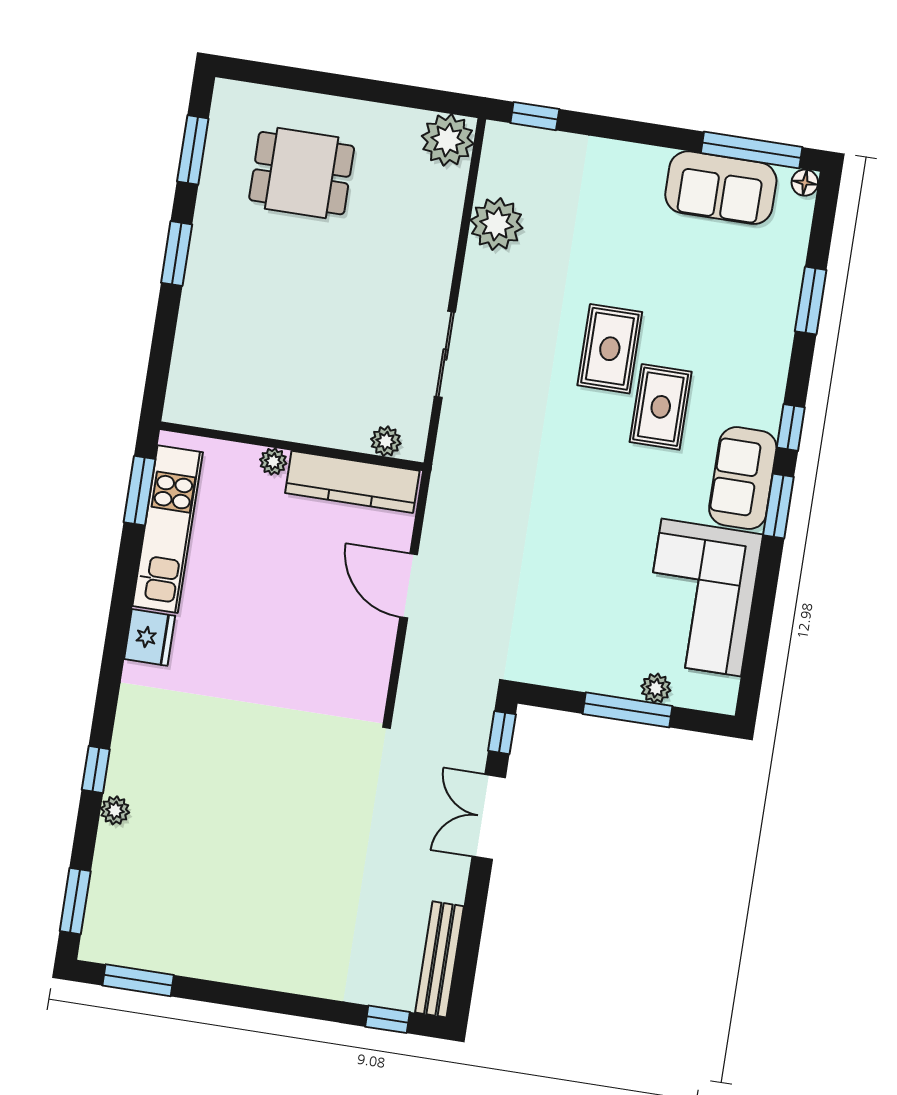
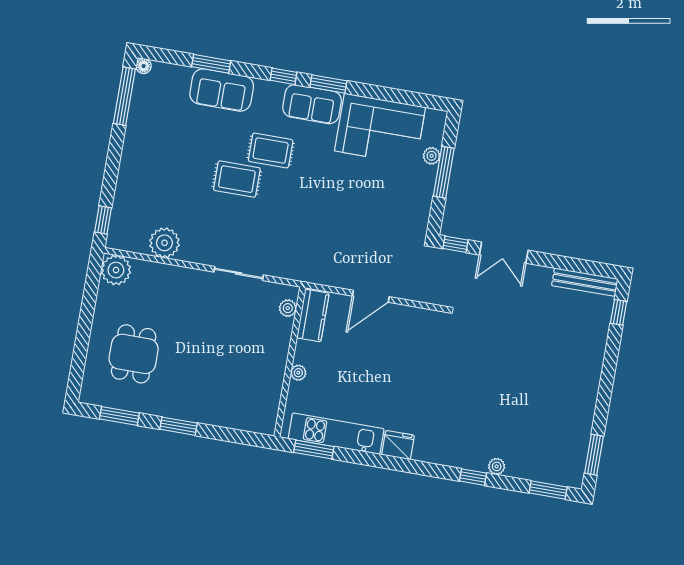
sofa: (721, 188) -> (222, 90), moved, turned 90
kitchen counter: (352, 482) -> (313, 316), width x0.67

